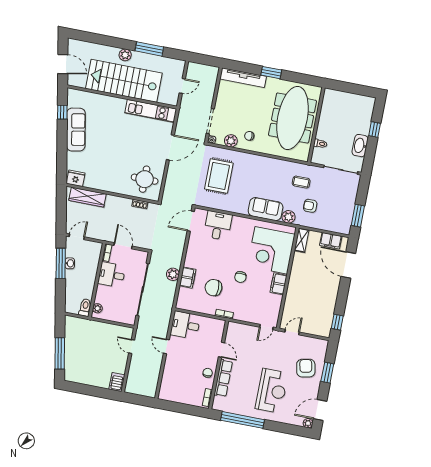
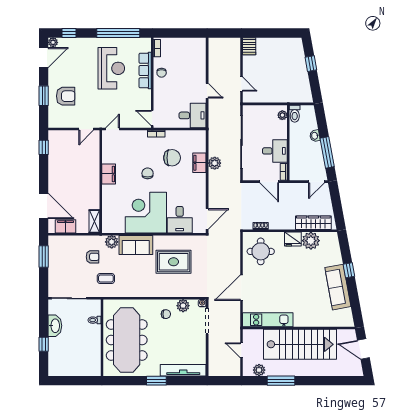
plant: (125, 55) -> (259, 370), moved
door: (182, 86) -> (241, 350), hinge flipped
window: (62, 112) -> (349, 270), moved
rug: (219, 176) -> (174, 262), moved, turned 90
fridge: (76, 178) -> (293, 239), moved
plant: (94, 180) -> (311, 241), added
corner desk: (271, 250) -> (146, 213), moved, turned -90
washbasin: (70, 263) -> (315, 136), moved
door: (222, 350) -> (152, 118), moved
window: (60, 353) -> (311, 64), width x0.46
armchair: (306, 368) -> (66, 96), turned -78
reception desk: (272, 391) -> (111, 68), moved, turned 180
window: (291, 429) -> (69, 33), added

